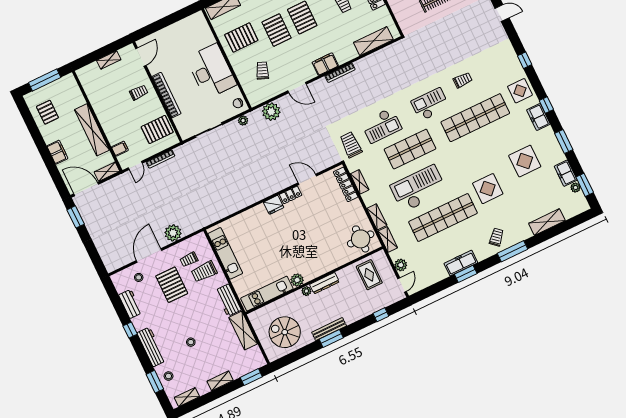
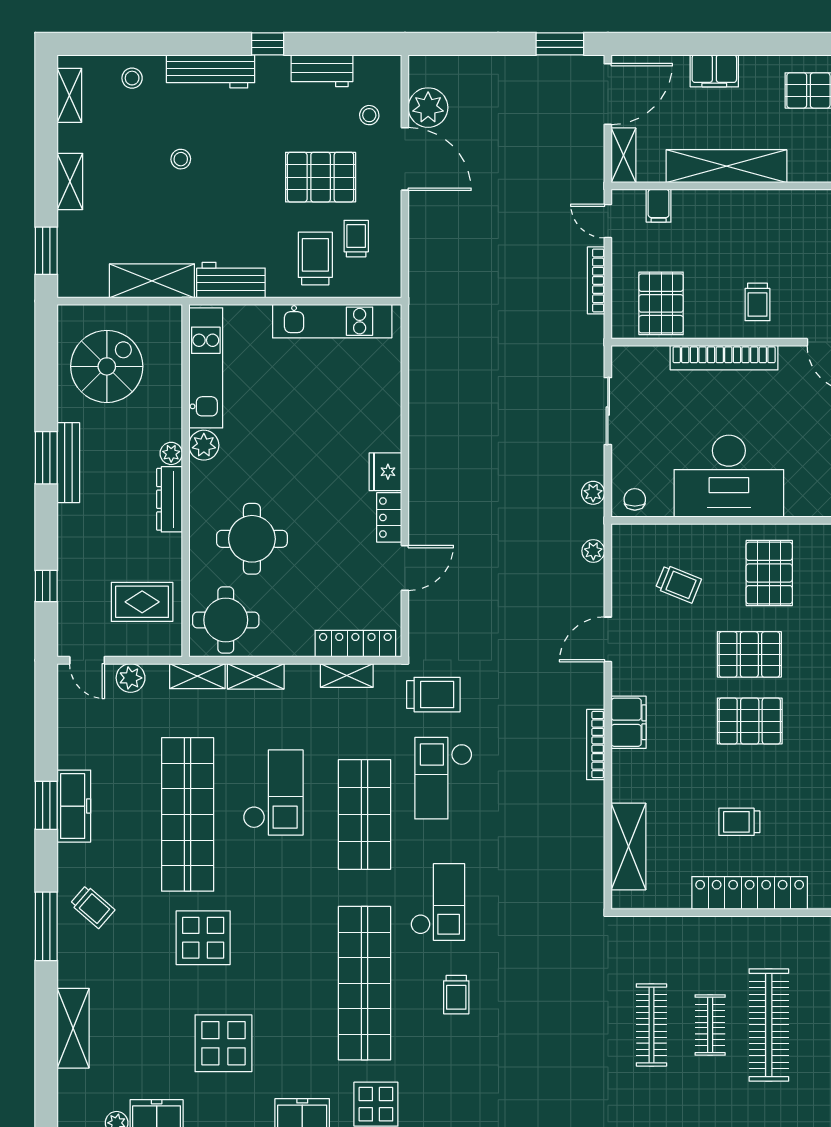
plant: (271, 112) -> (593, 551), width x0.53, depth x0.53
checkout: (419, 189) -> (273, 792), width x0.73, depth x0.83
plant: (173, 233) -> (428, 108), moved
round table: (324, 244) -> (252, 539), added
window: (155, 382) -> (134, 44), removed

